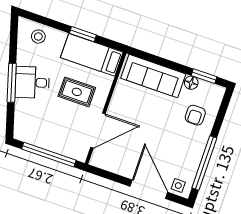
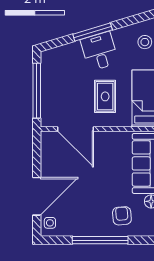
armchair: (195, 115) -> (122, 216), turned 85
window: (204, 163) -> (100, 240), moved

